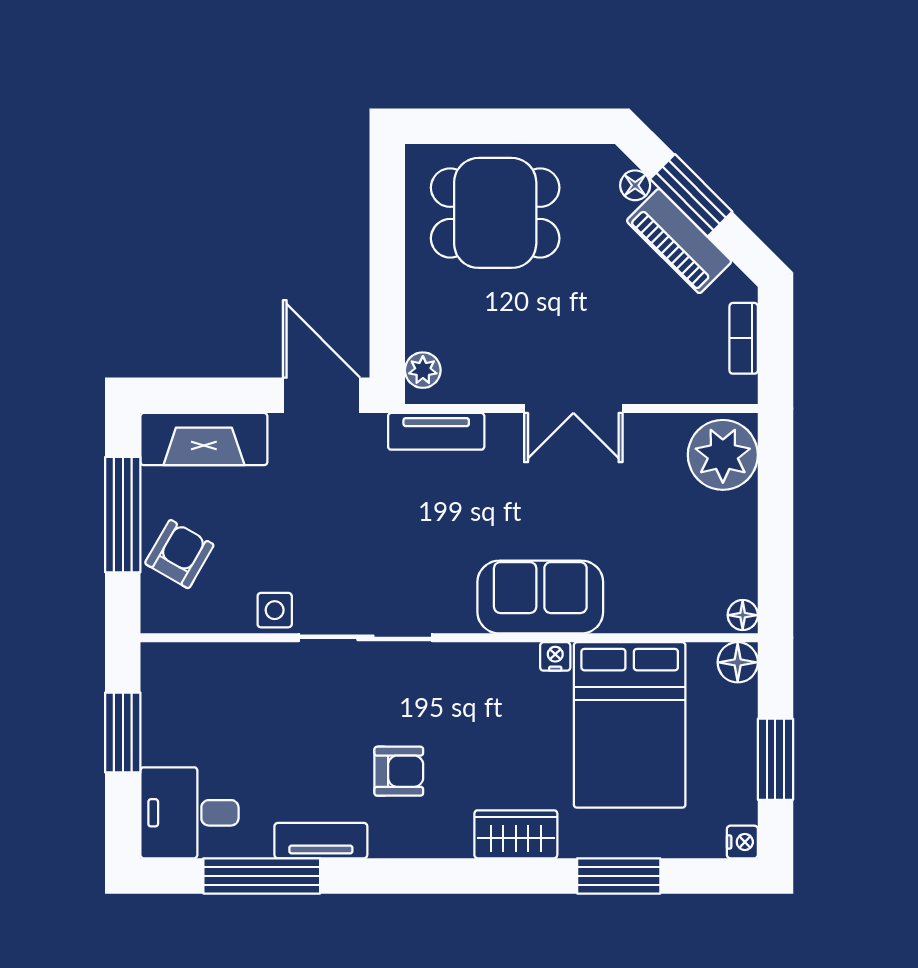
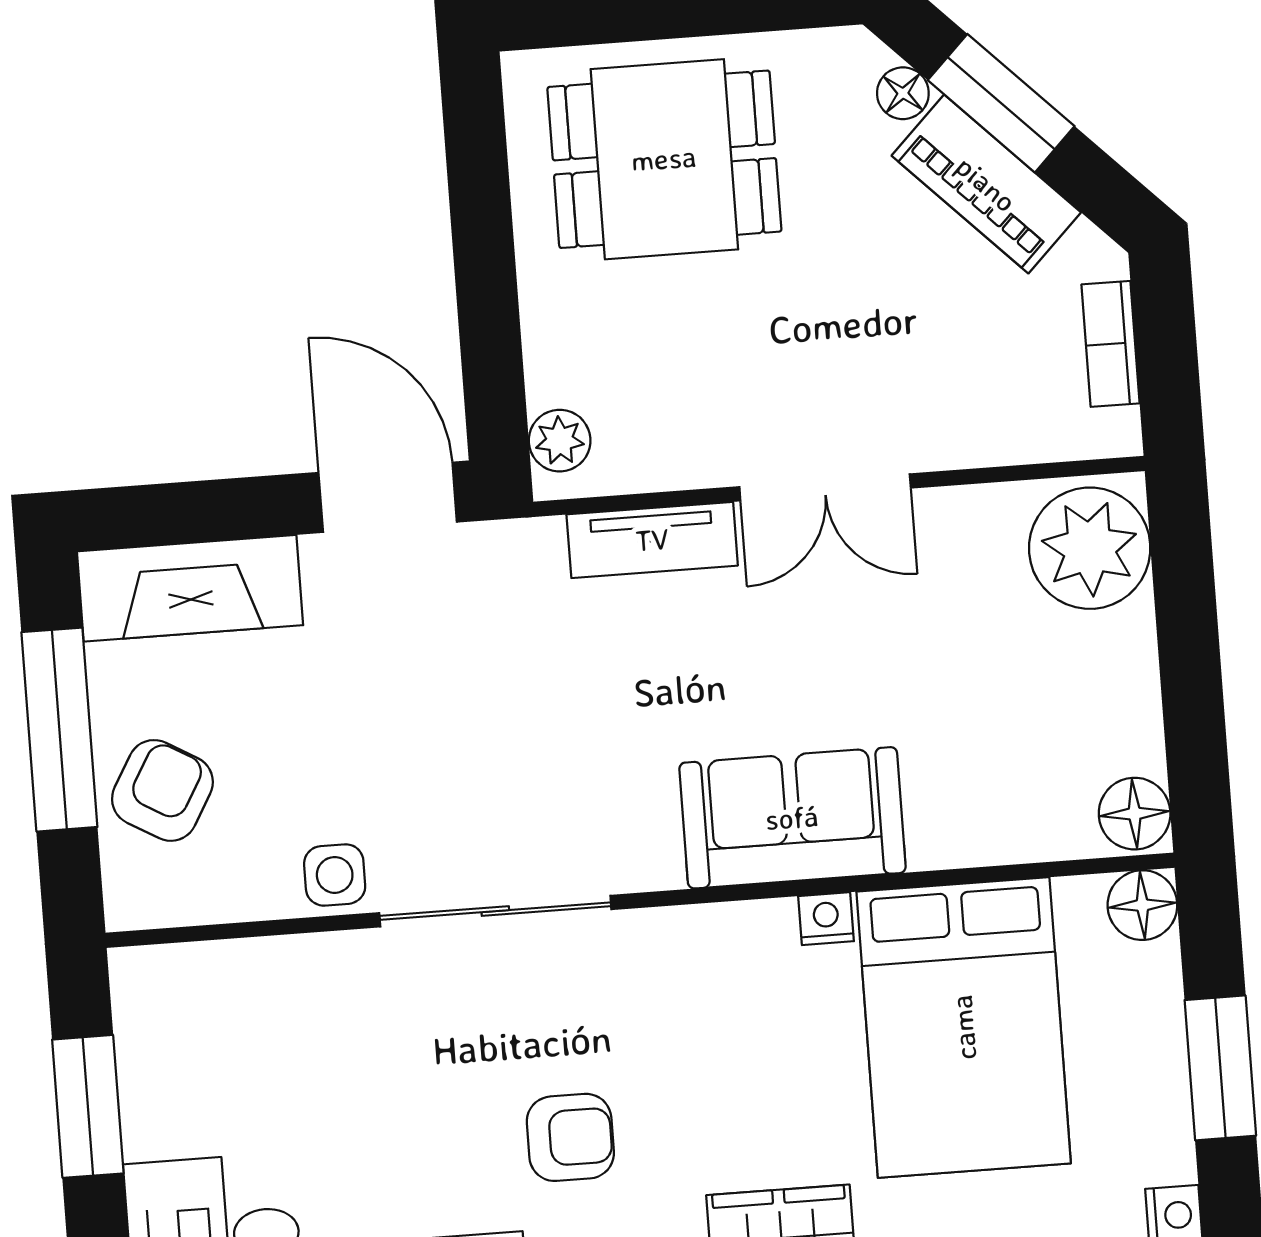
tv unit: (436, 431) -> (652, 540), moved
floor lamp: (743, 615) -> (1135, 814), width x1.37, depth x1.37

